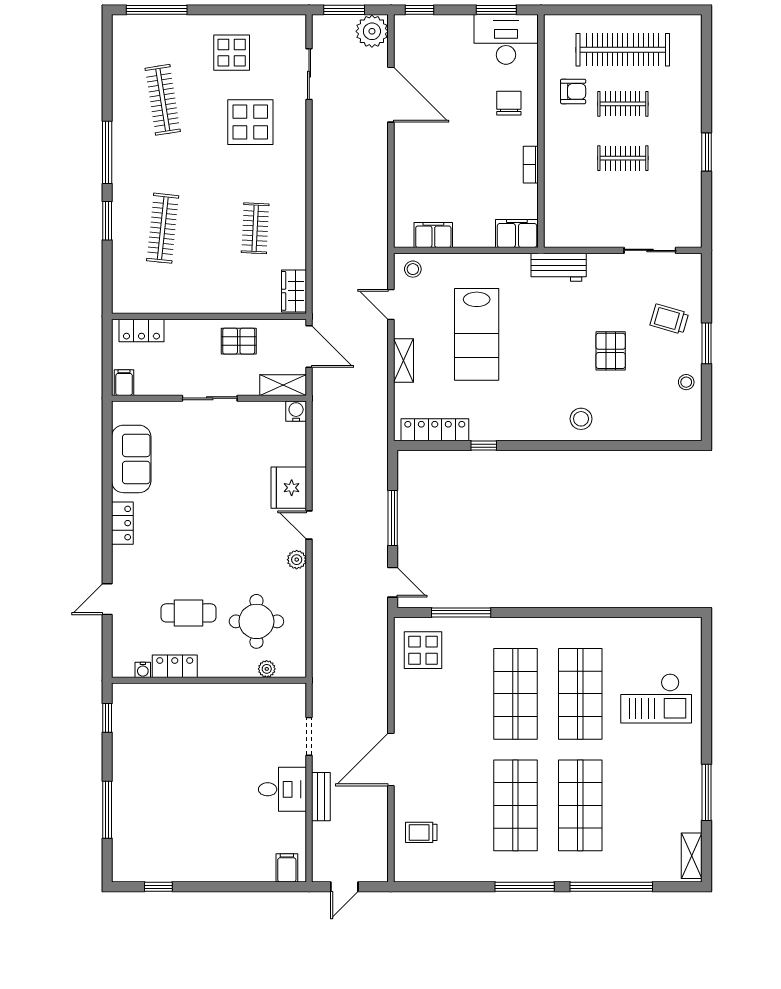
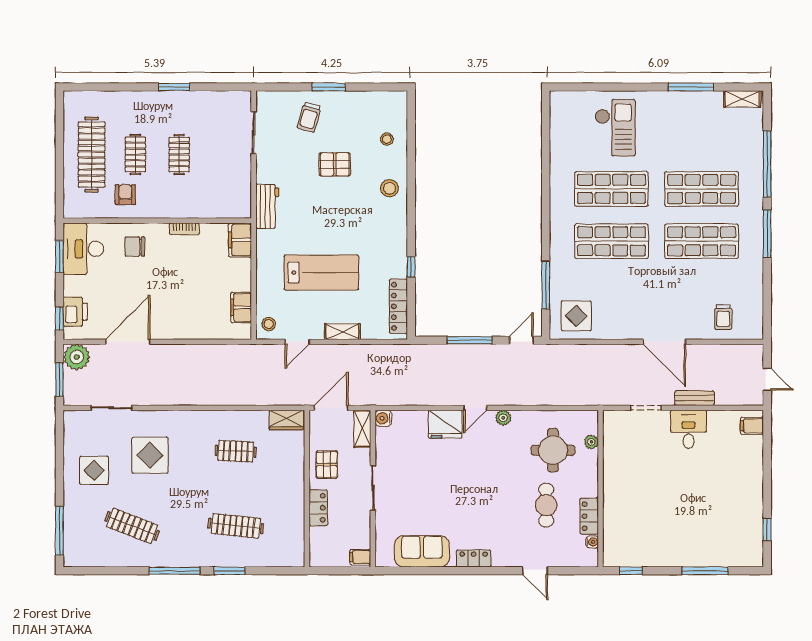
printer: (428, 29) -> (75, 312), added
clothes rail: (163, 100) -> (132, 526), turned 30
locker: (141, 330) -> (318, 508), moved
stool: (686, 382) -> (387, 139), moved

